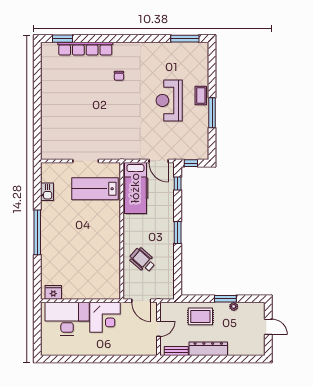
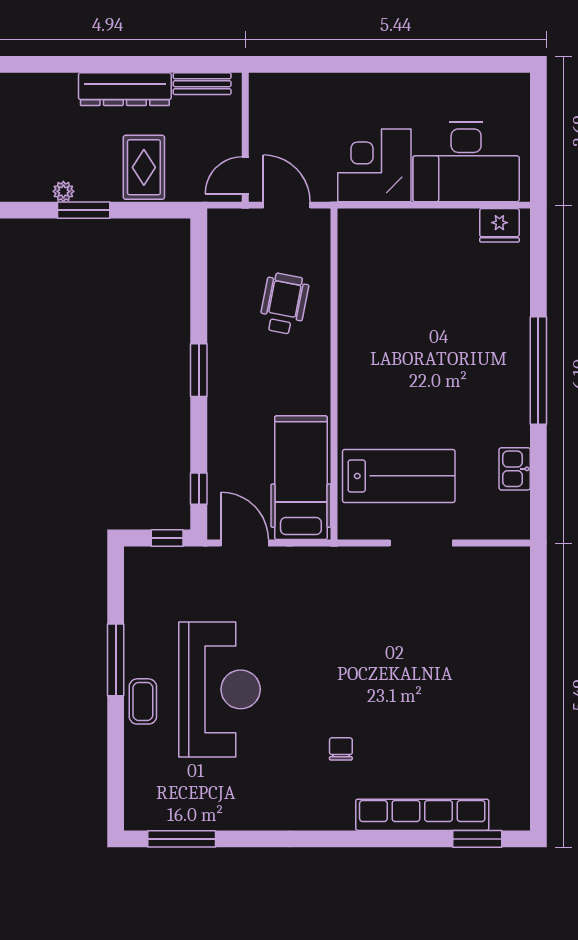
reception desk: (169, 100) -> (219, 689), width x1.36, depth x1.30
wheelchair: (142, 260) -> (284, 304), turned -120
rug: (200, 316) -> (144, 167), turned 90
door: (158, 329) -> (245, 175), moved

